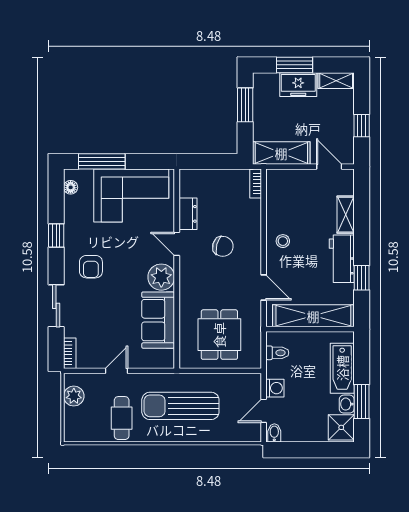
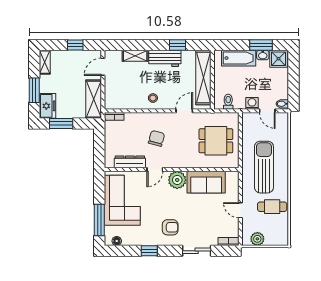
freezer: (298, 85) -> (47, 106), moved
dresser: (188, 214) -> (130, 162), width x1.44
sun lounger: (180, 406) -> (264, 167), turned 180

